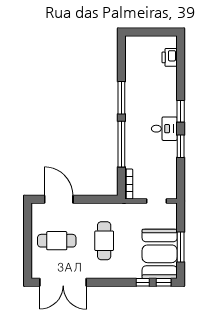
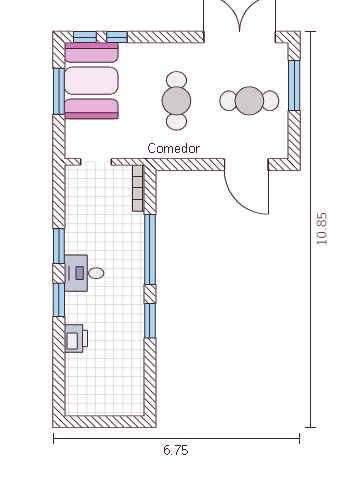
printer: (170, 57) -> (76, 339), moved
window: (121, 98) -> (150, 321), width x0.69
window: (28, 251) -> (294, 86), added

